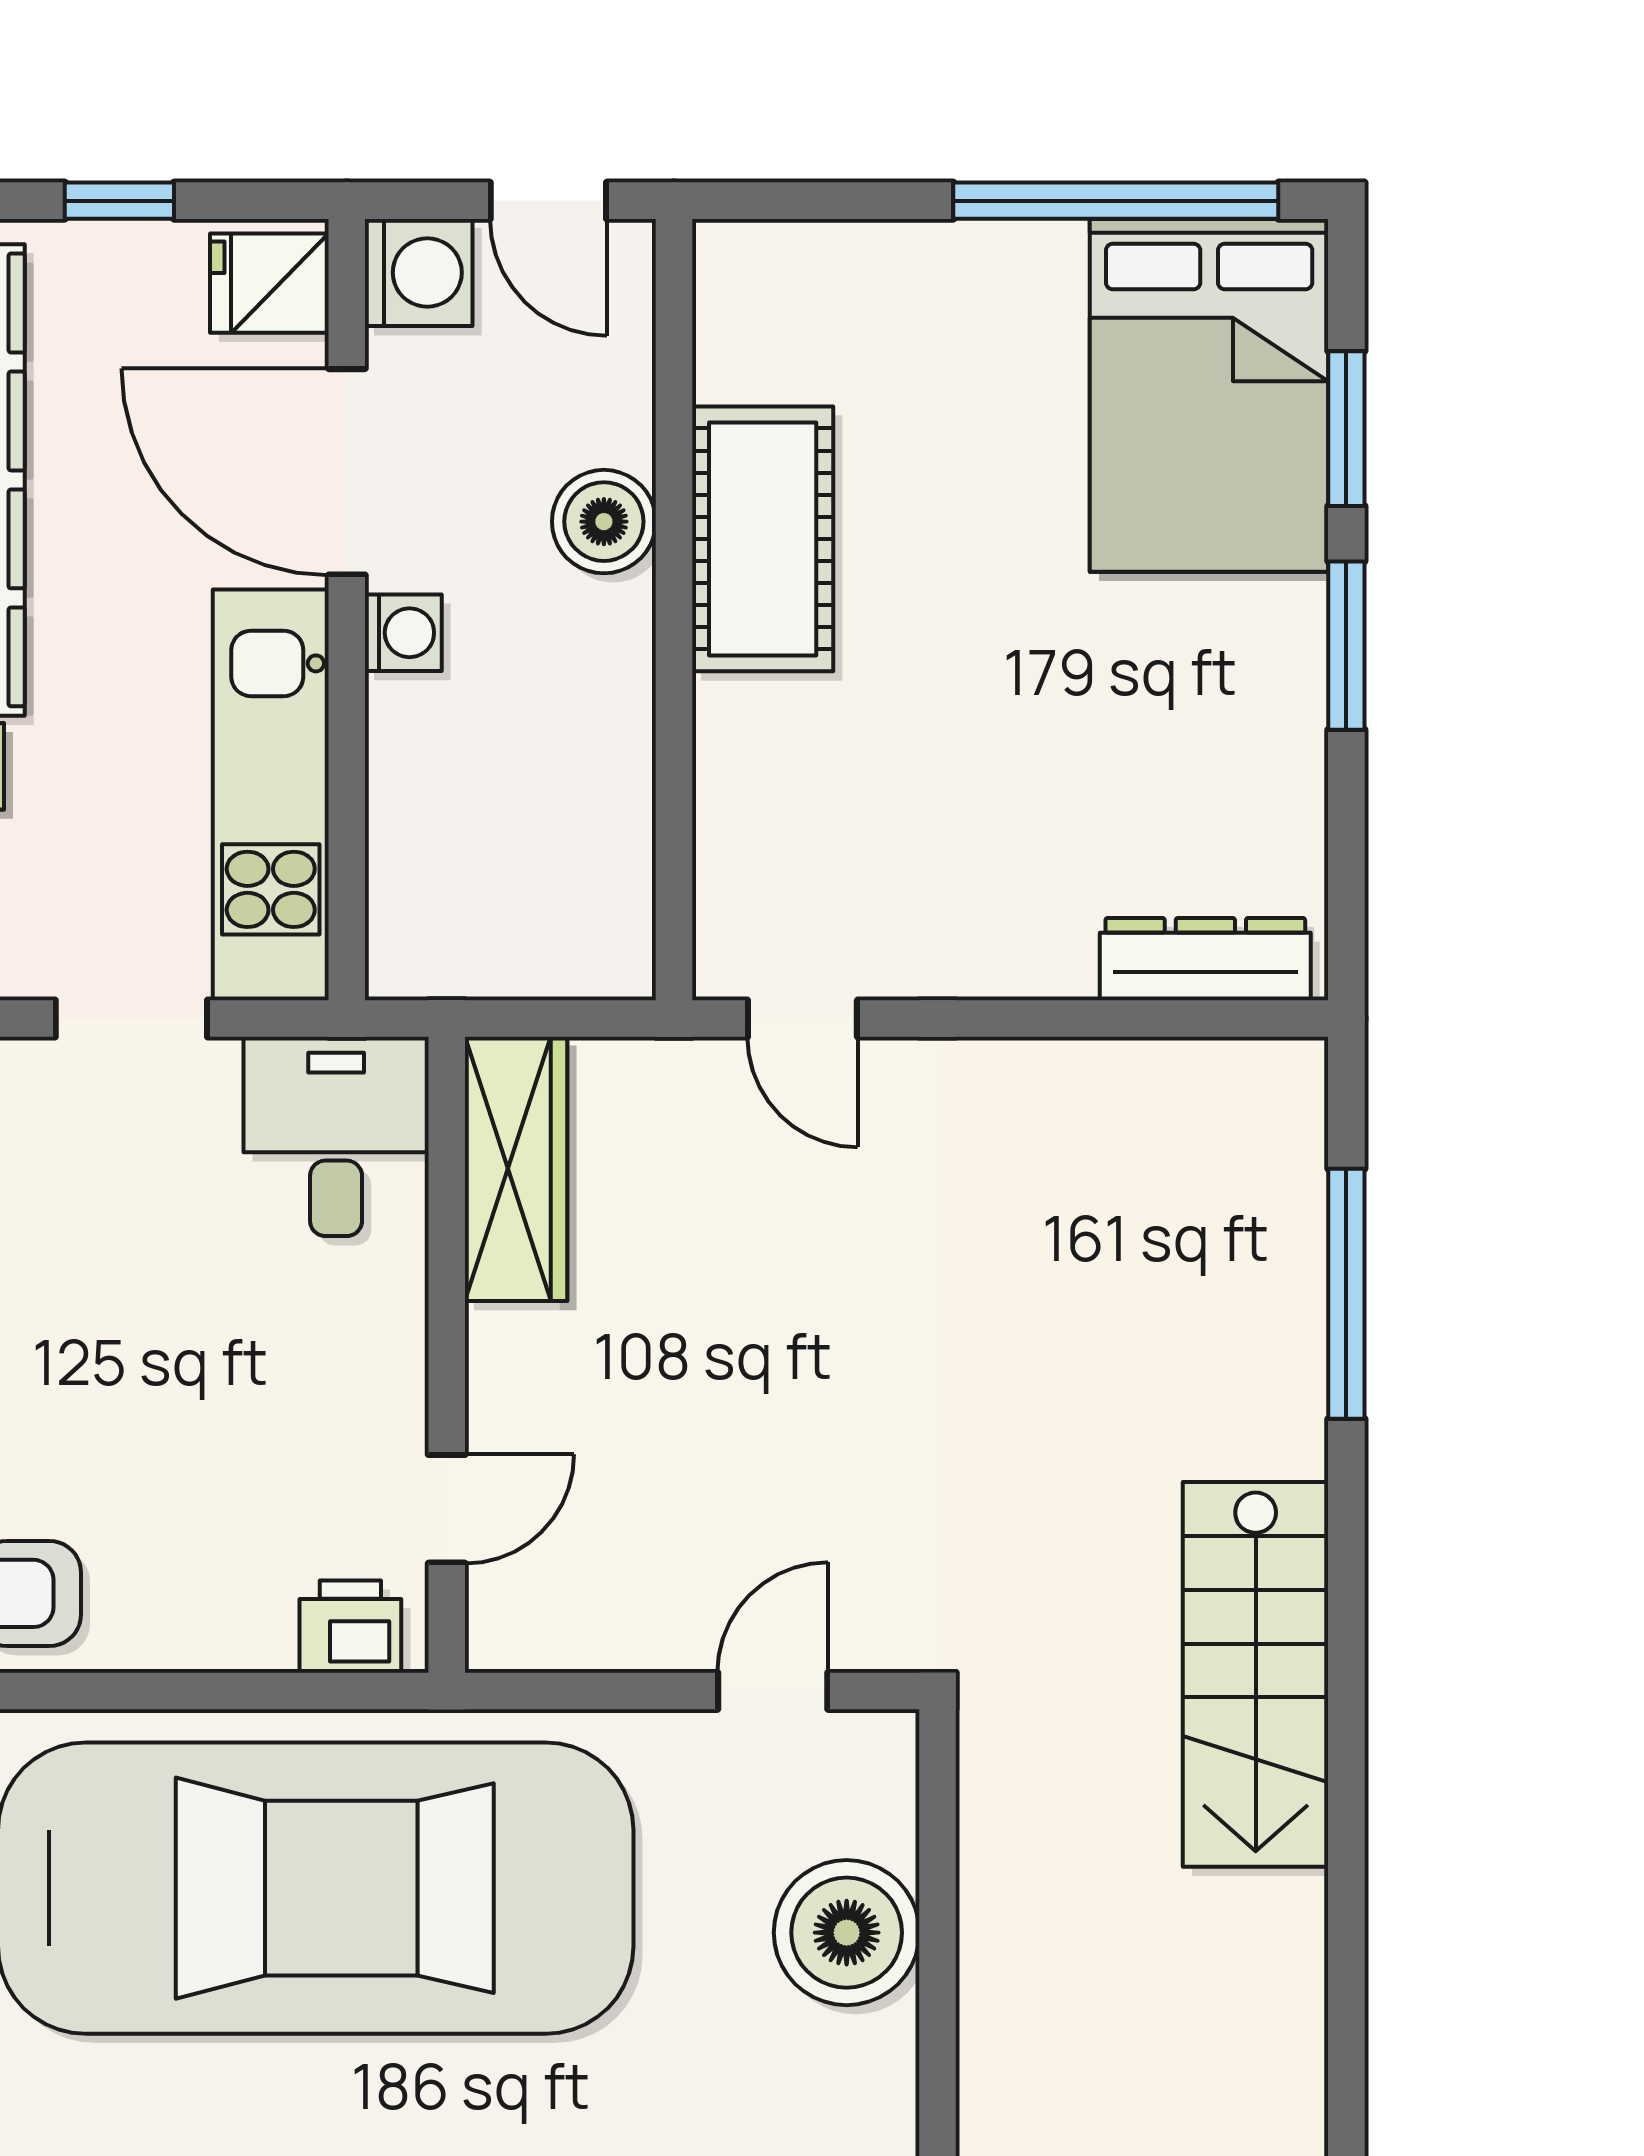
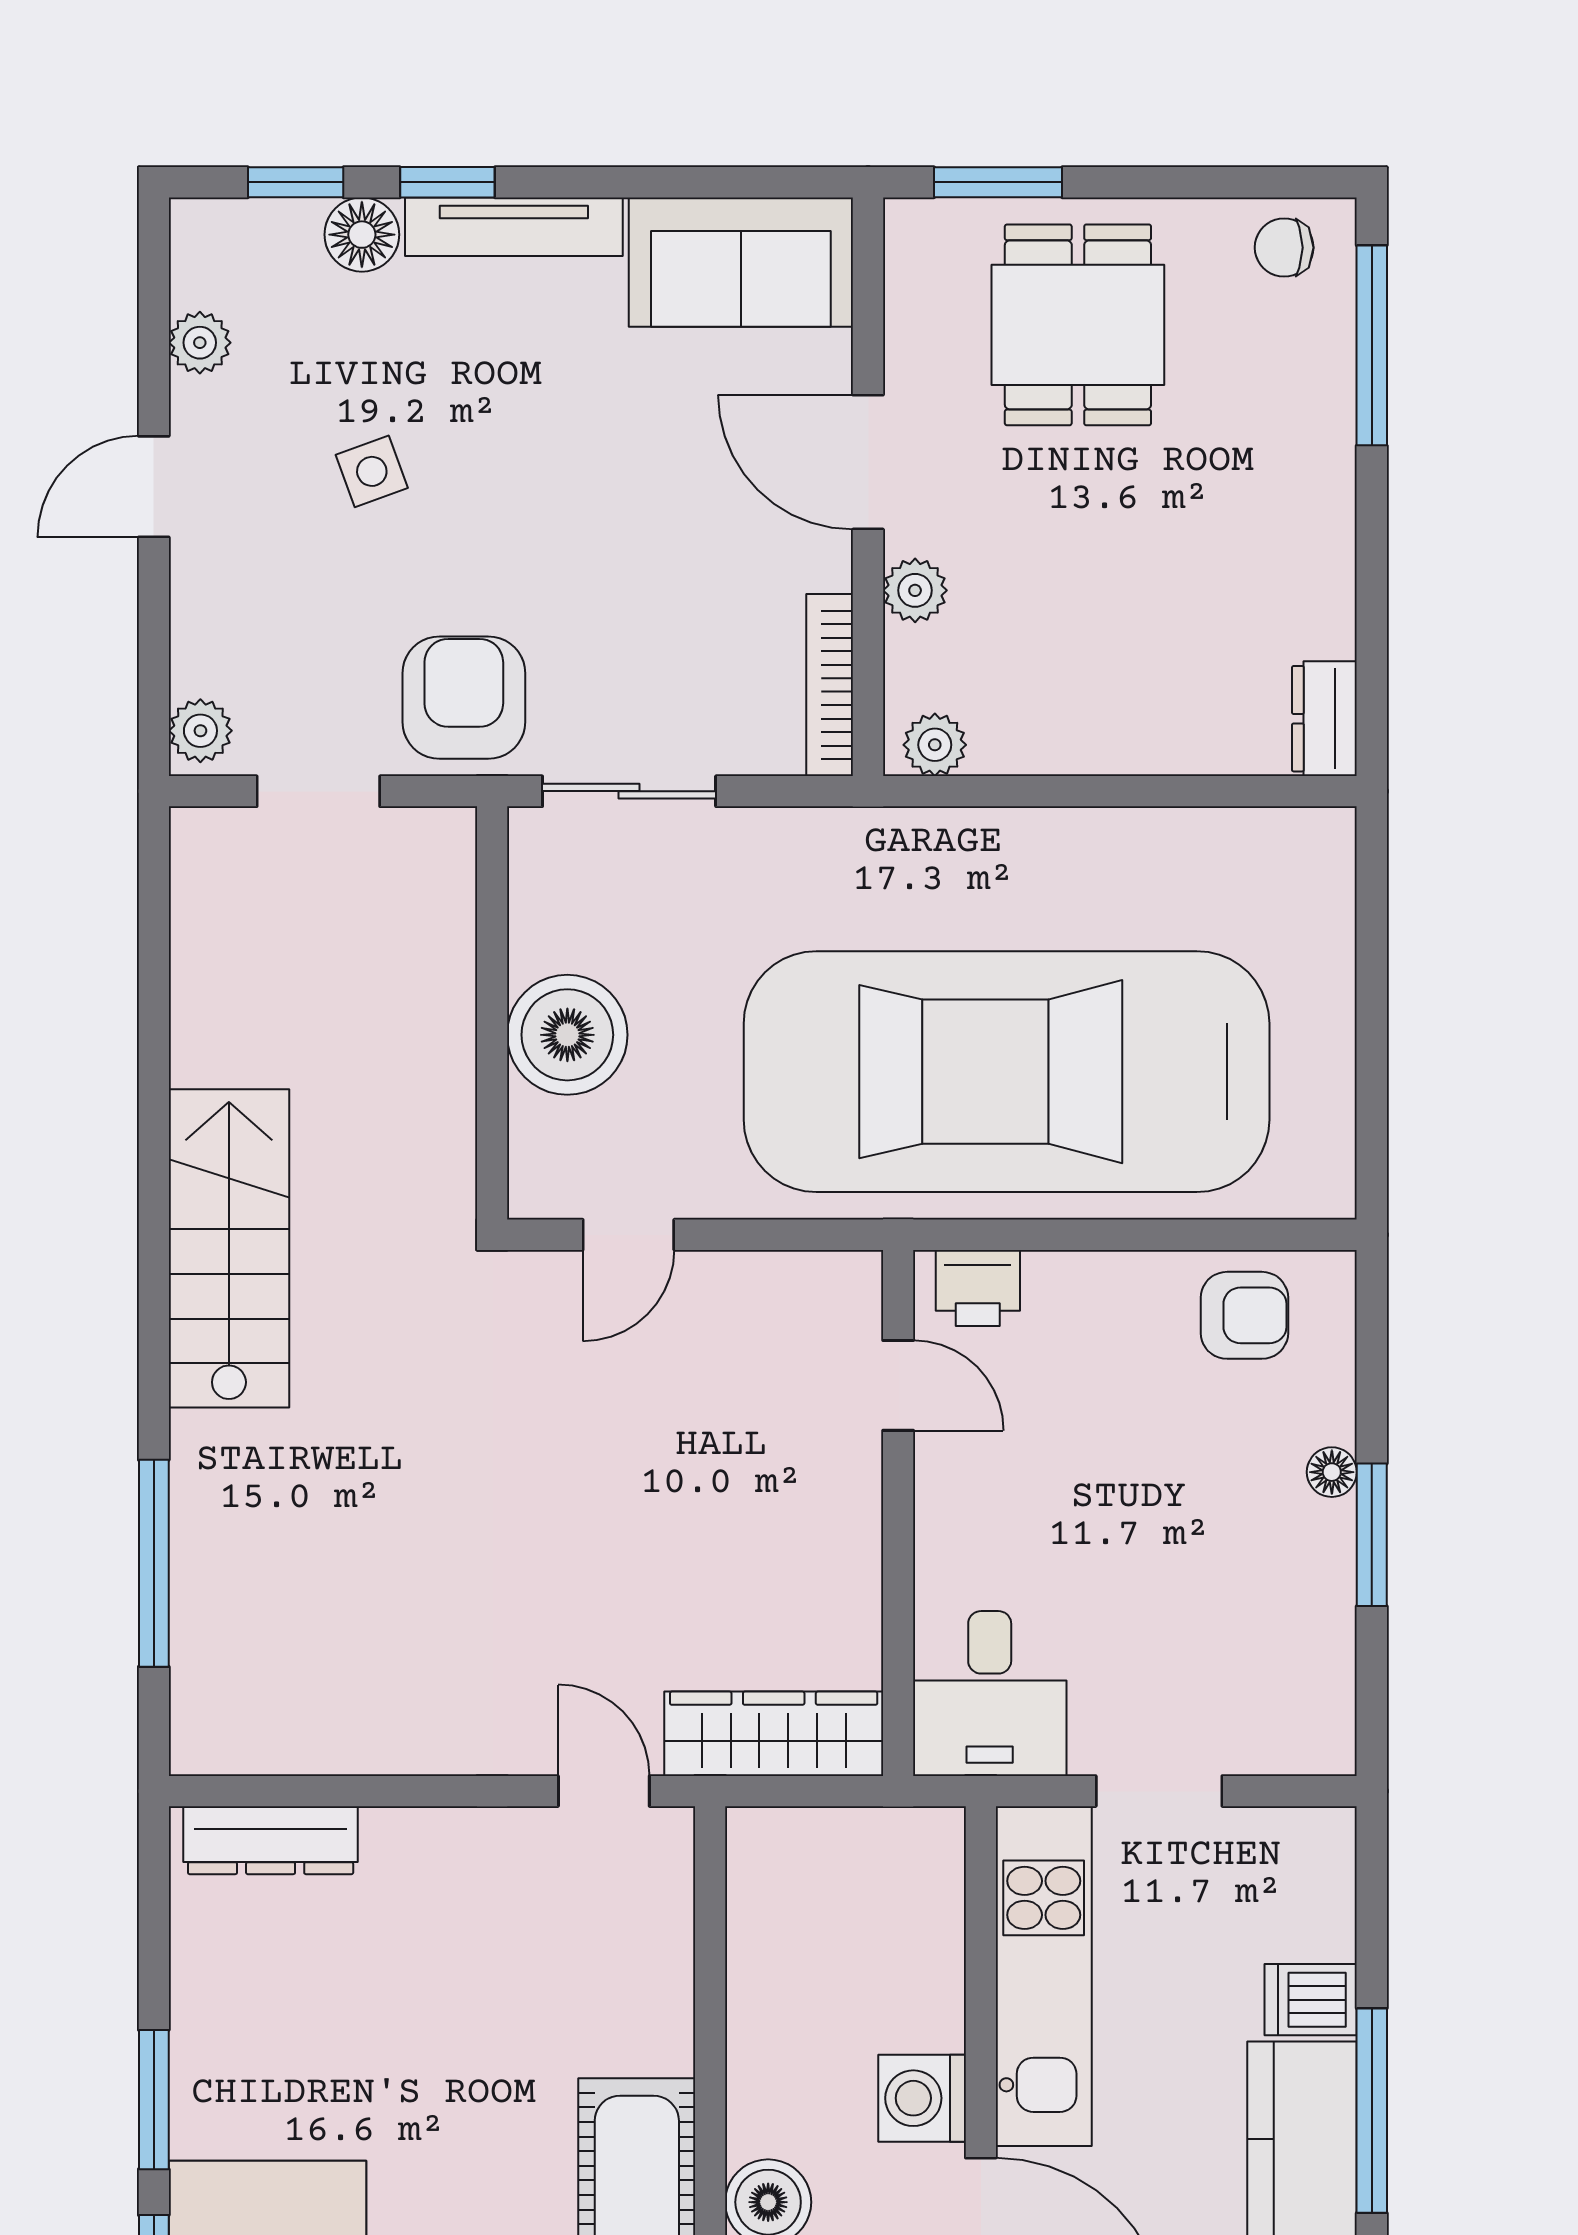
washing machine: (403, 633) -> (922, 2098), width x1.38, depth x1.38
wardrobe: (516, 1169) -> (774, 1734), moved, turned 90
door: (447, 1509) -> (898, 1385), swing flipped

